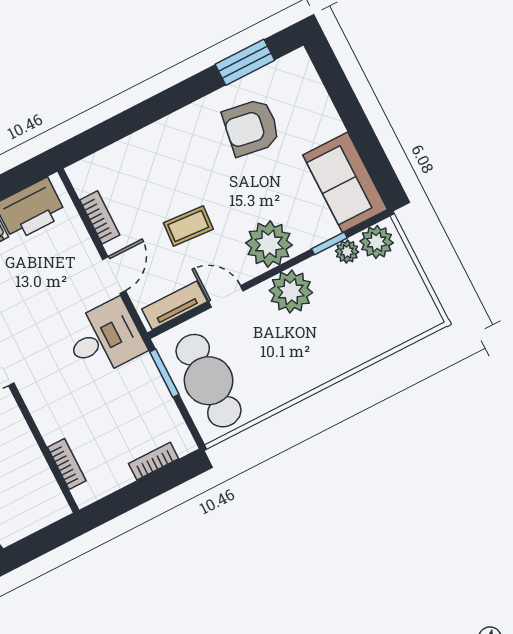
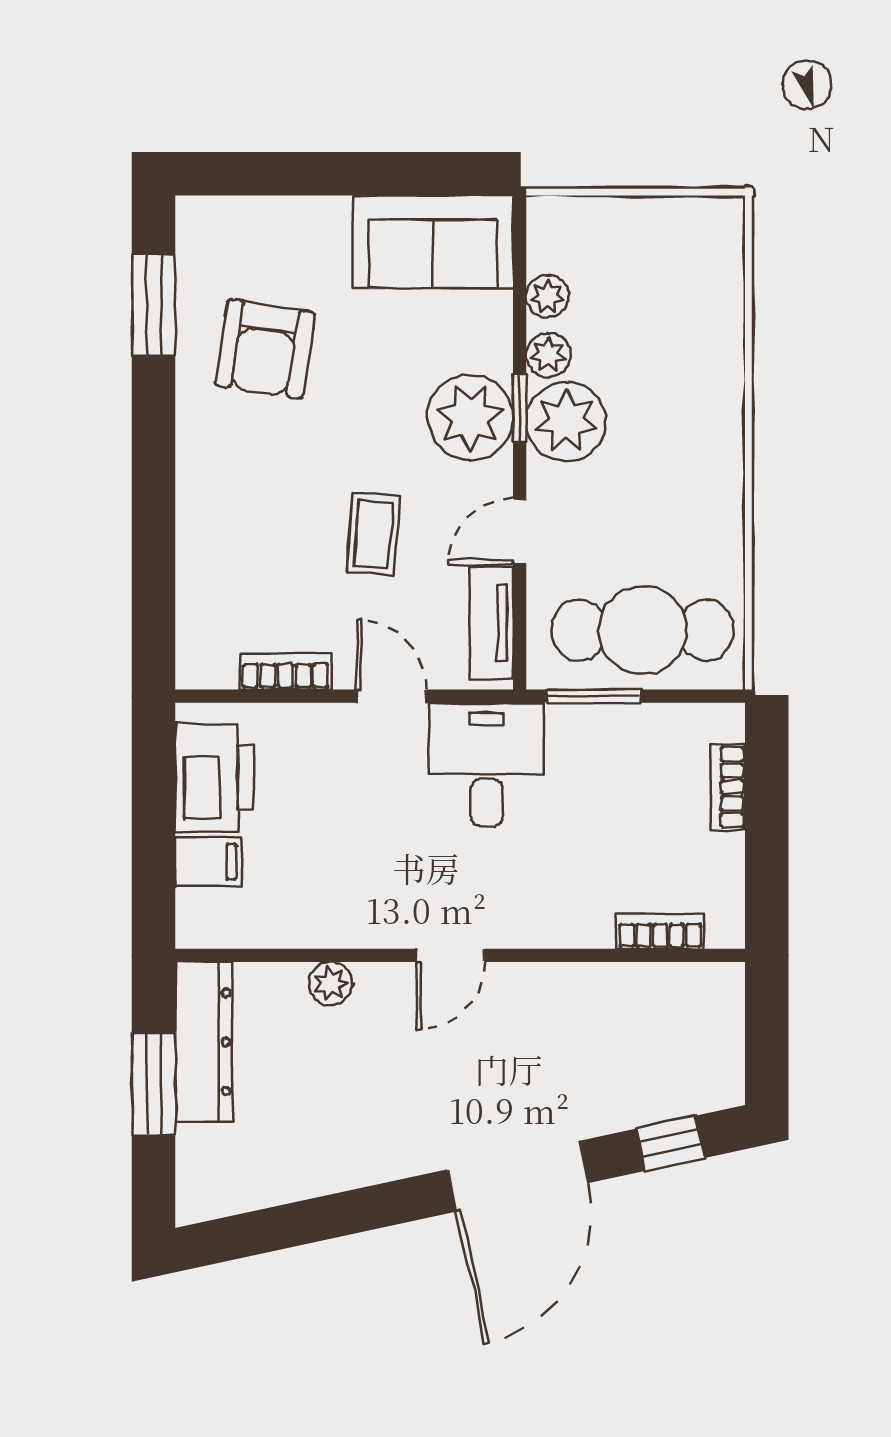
plant: (377, 242) -> (548, 355), moved, width x0.73, depth x0.73
window: (329, 243) -> (520, 408), moved

